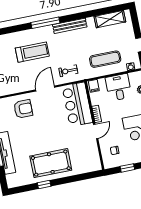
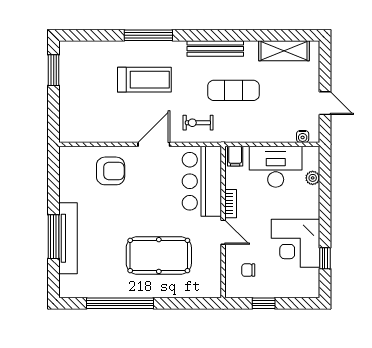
window: (45, 23) -> (148, 35), moved
exercise mat: (105, 59) -> (233, 90), moved
desk: (119, 87) -> (276, 167), width x1.37
door: (96, 131) -> (223, 232), hinge flipped
pool table: (51, 163) -> (159, 256), moved
window: (44, 185) -> (120, 303), width x3.17

